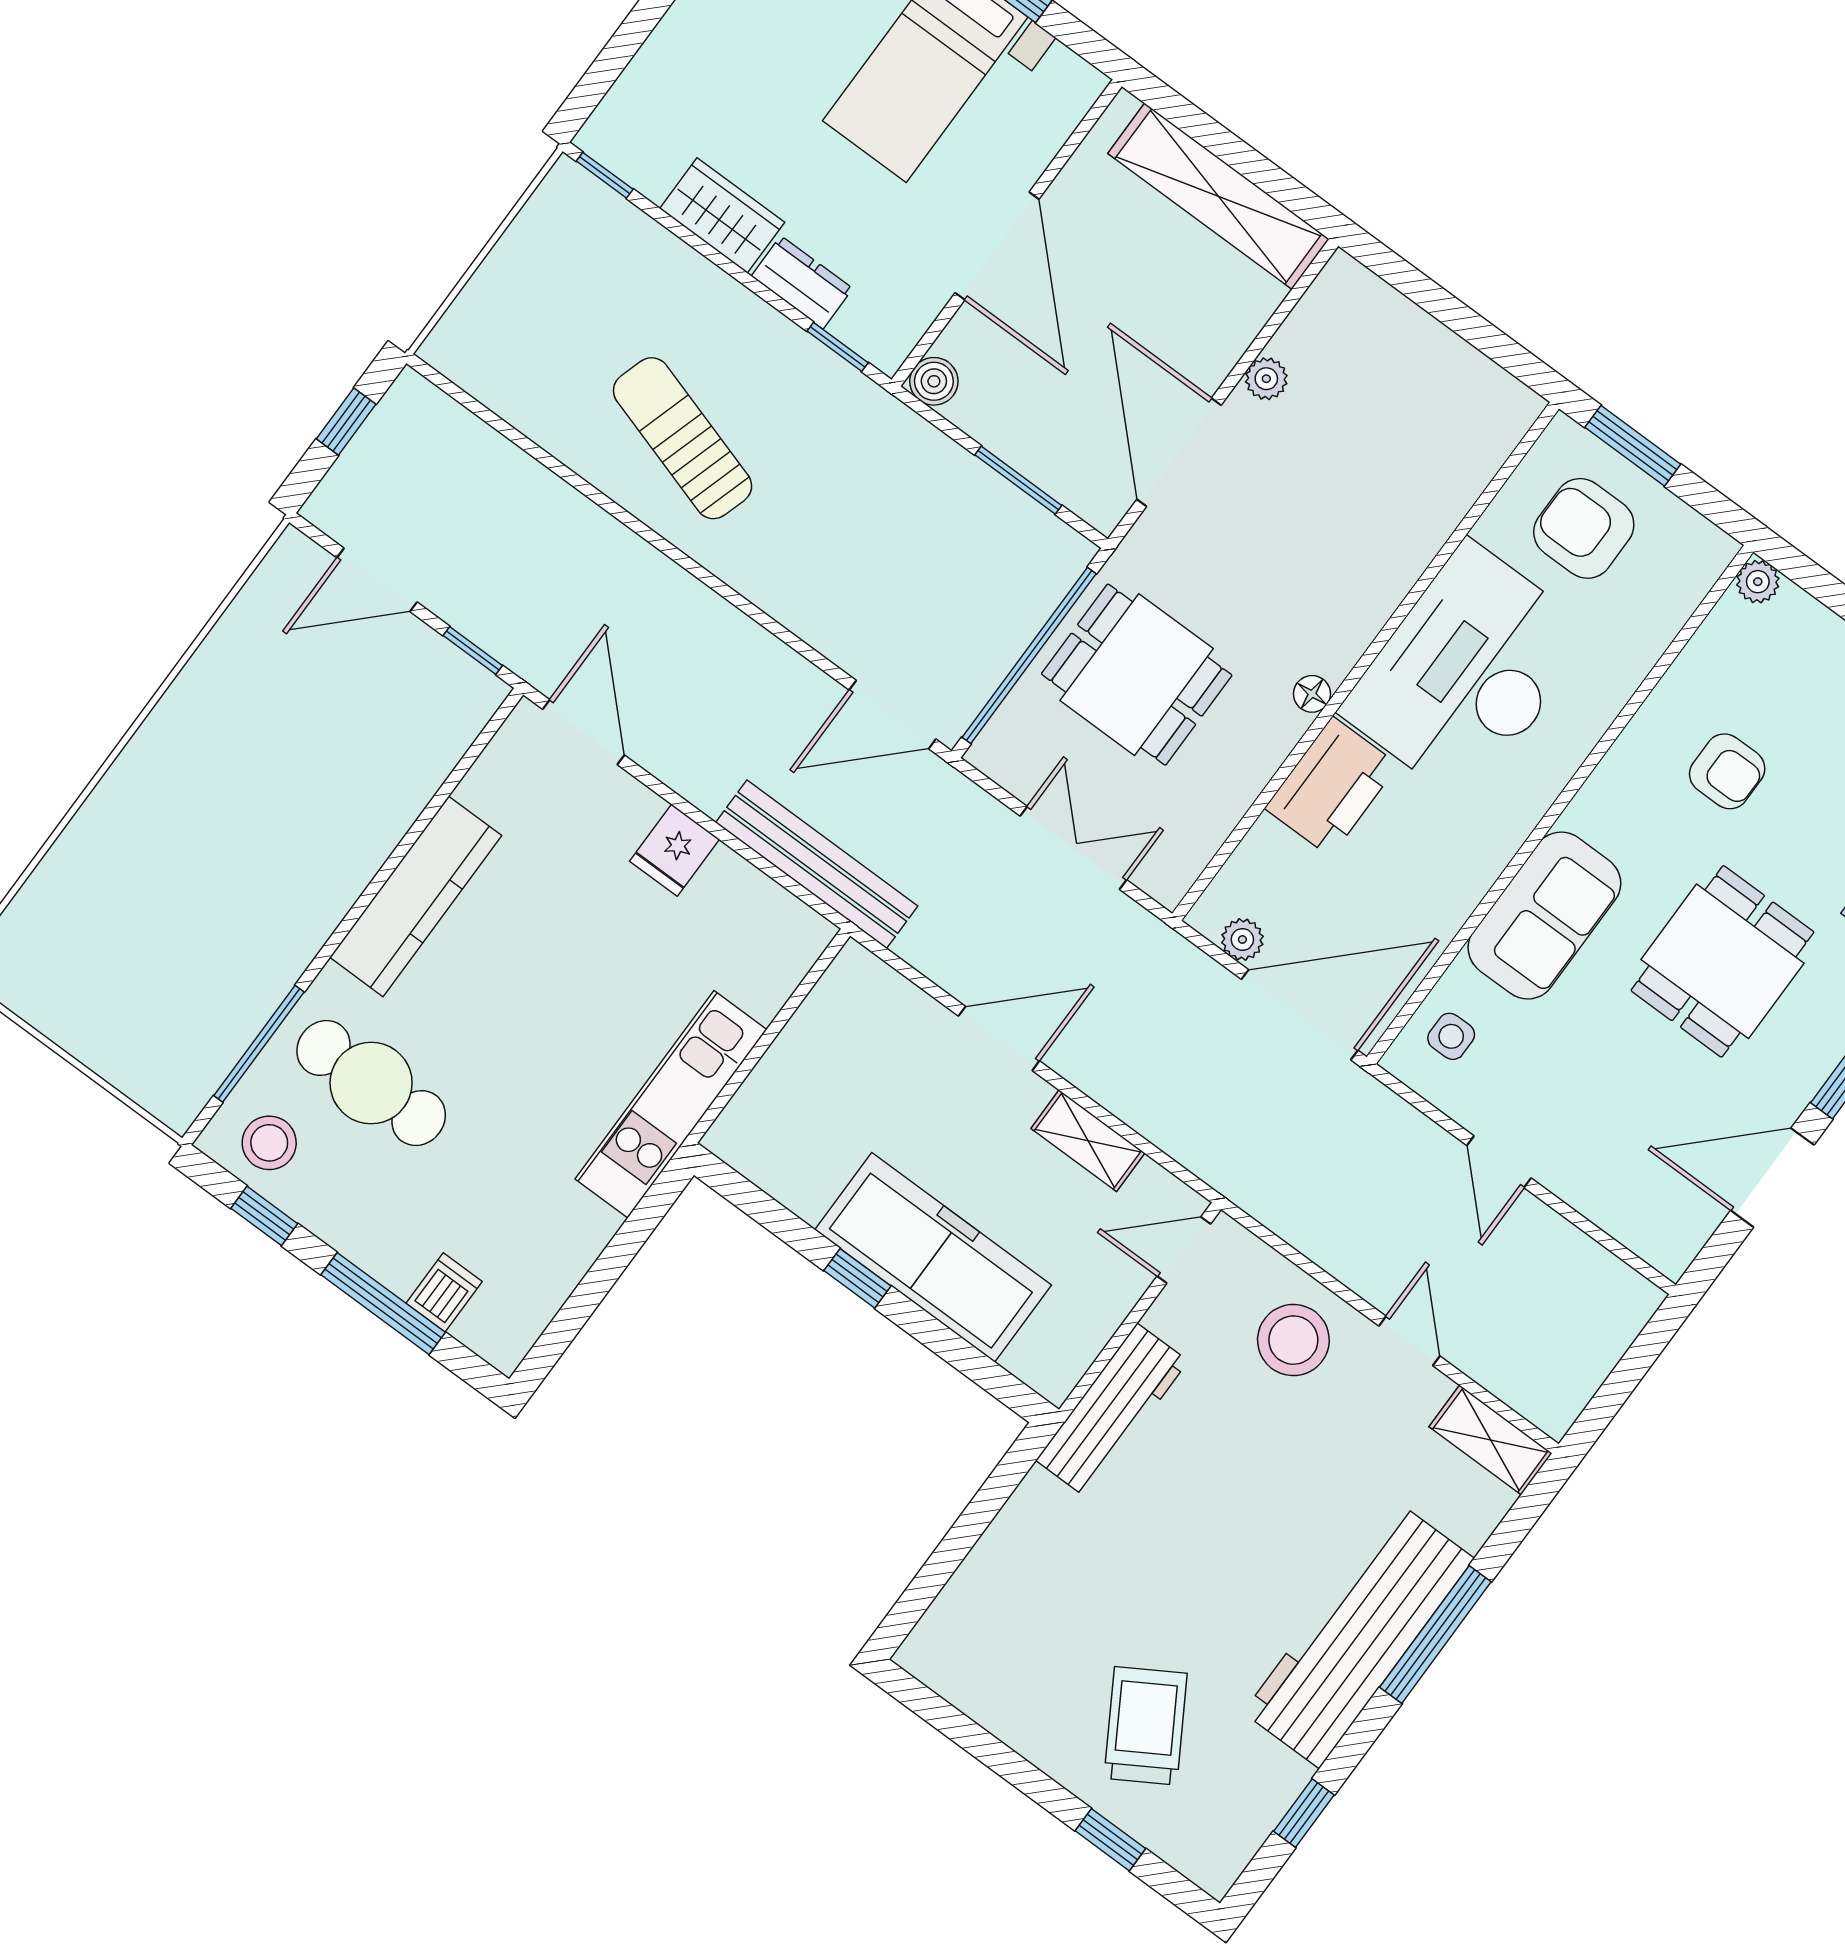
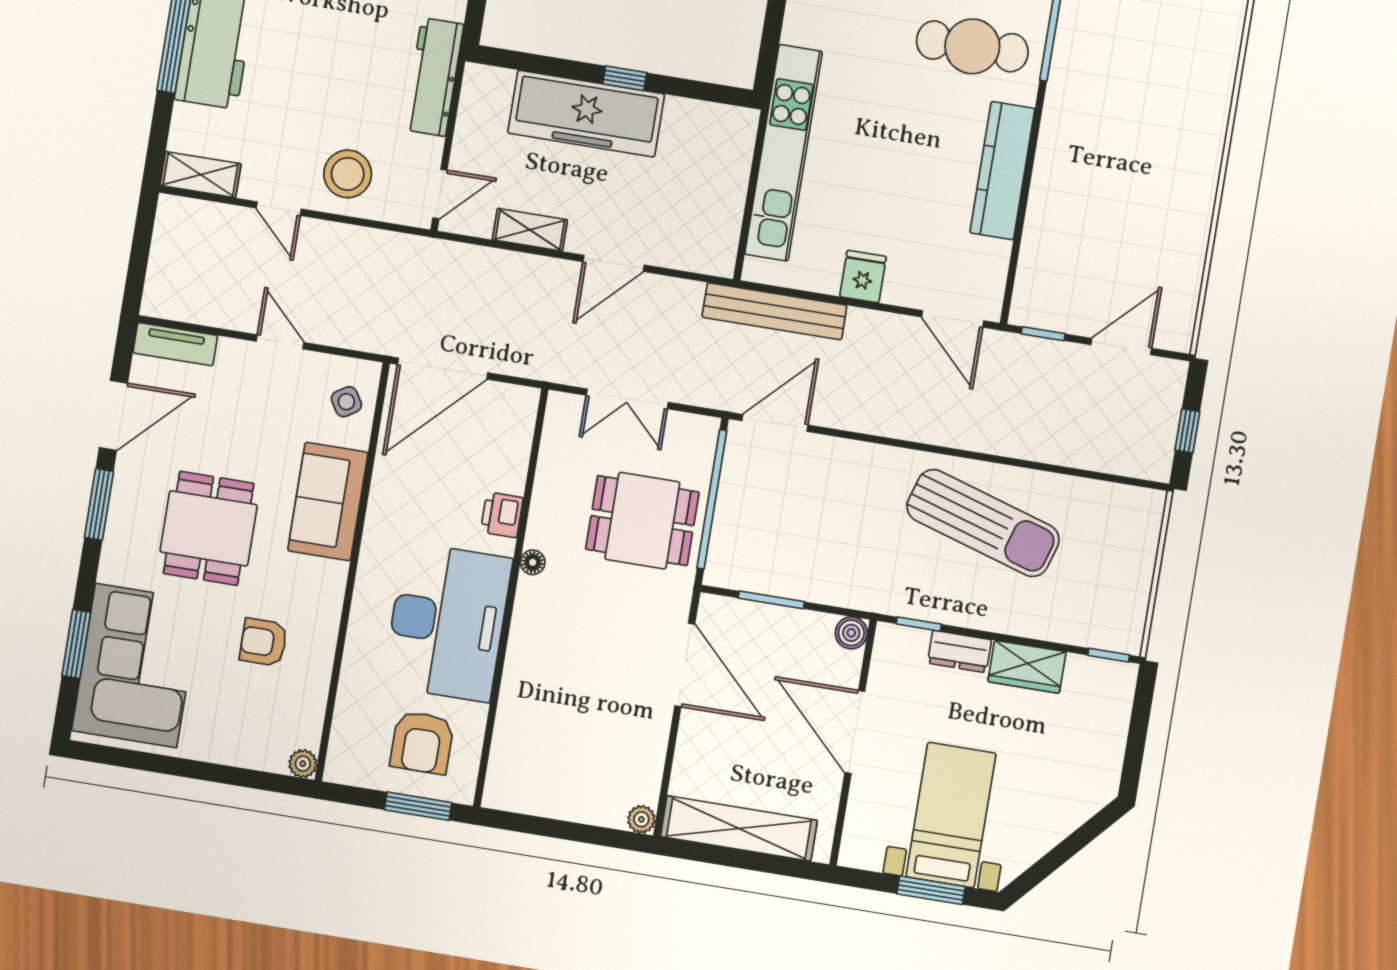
plant: (1266, 379) -> (641, 819), moved
sun lounger: (683, 438) -> (983, 523), width x1.36, depth x1.34
armchair: (1584, 528) -> (422, 743), turned 90
printer: (1332, 787) -> (502, 515), width x0.53, depth x0.68
plant: (1242, 939) -> (499, 396), removed
side table: (1451, 1036) -> (346, 402), turned -32
kitchen unit: (671, 1104) -> (783, 153), width x1.36
tv unit: (1641, 1230) -> (175, 344), added

